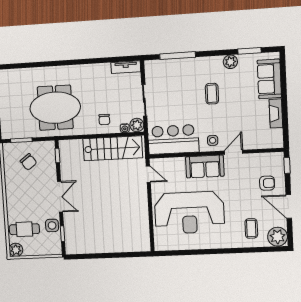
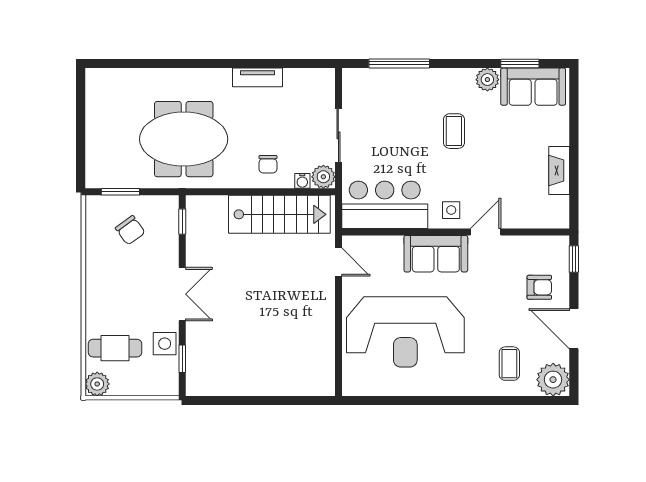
tv unit: (126, 67) -> (258, 77), moved
sofa: (269, 79) -> (533, 87), moved, turned -90

